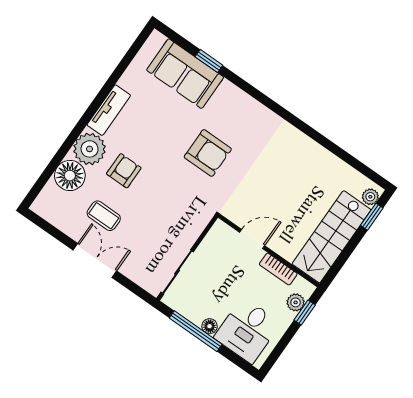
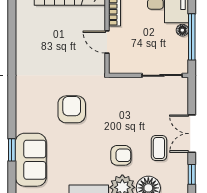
armchair: (124, 171) -> (121, 155), turned 180
window: (52, 231) -> (192, 174), added

